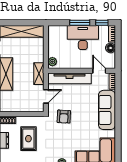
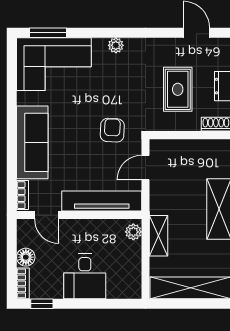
window: (80, 23) -> (83, 304), removed
desk: (83, 38) -> (85, 276), width x0.73
shelving: (39, 74) -> (159, 236), moved

